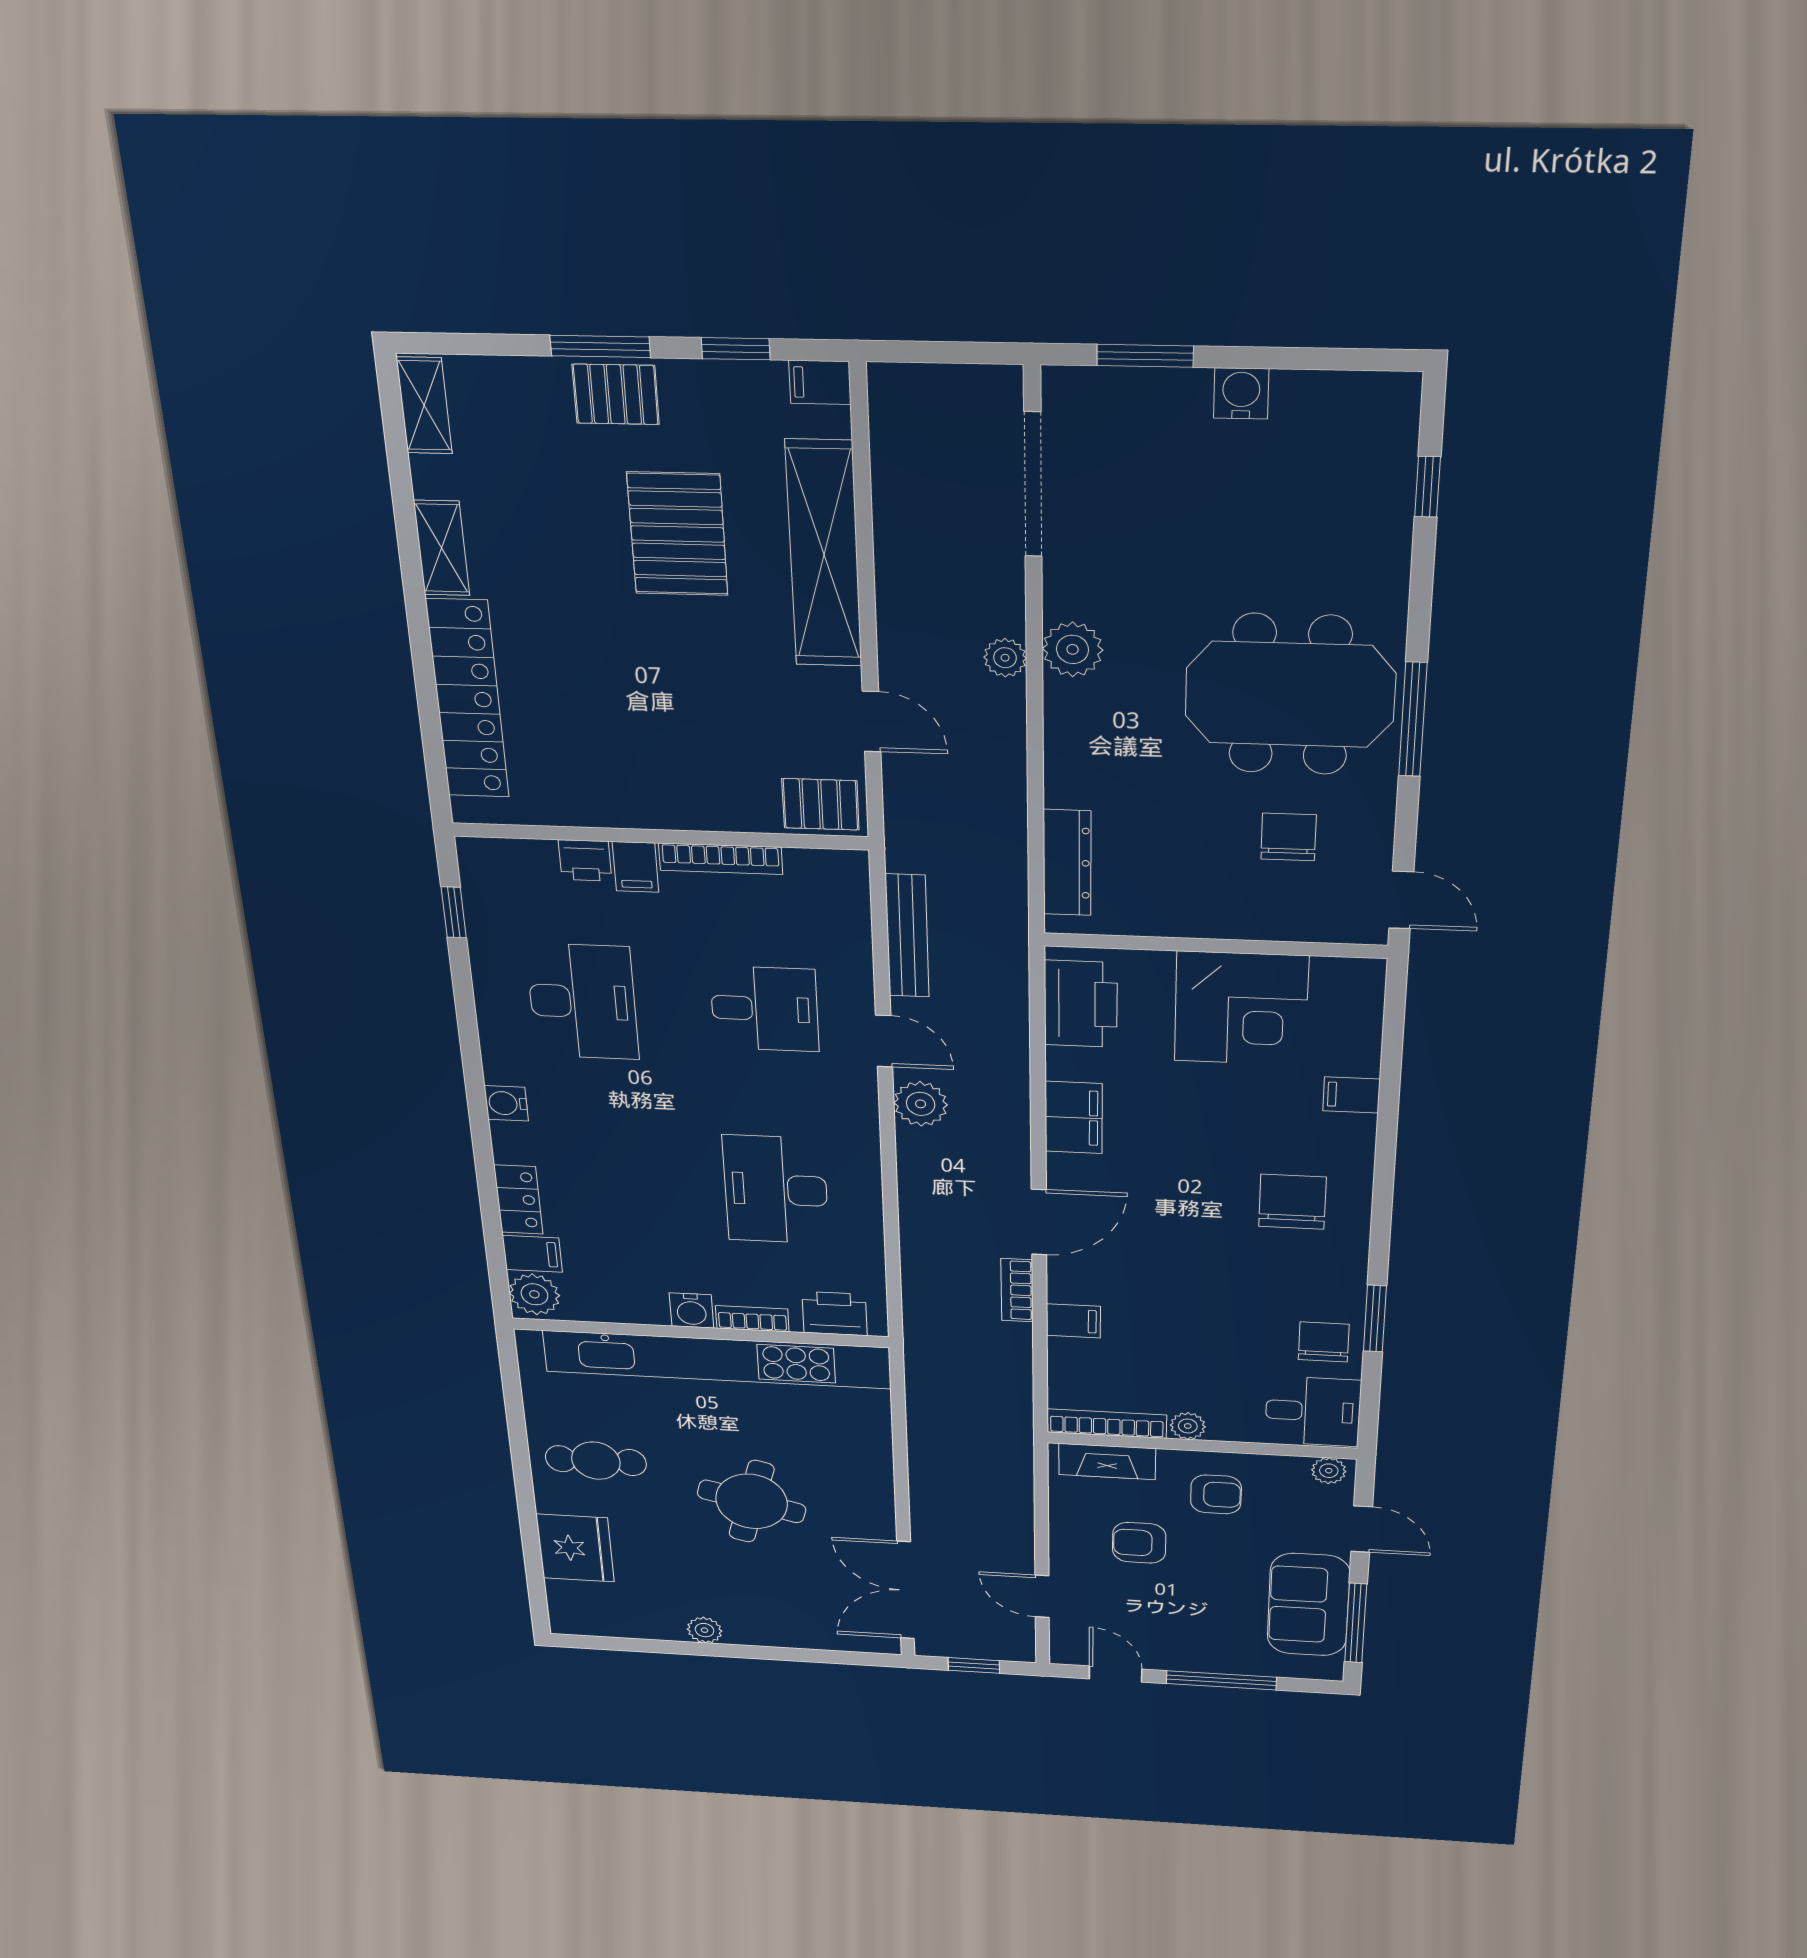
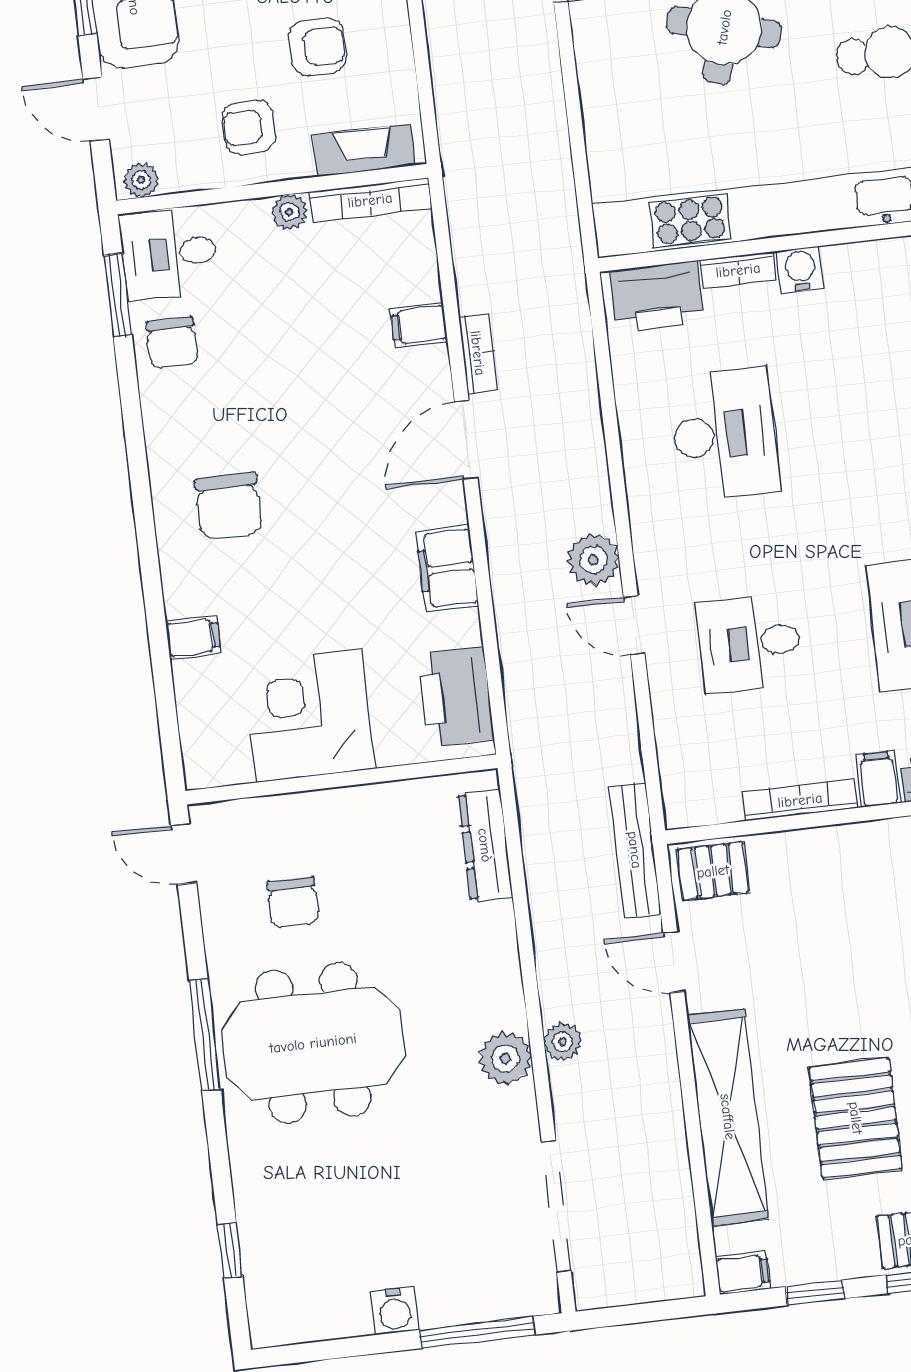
window: (1145, 356) -> (477, 1332), width x1.44
bench: (907, 936) -> (635, 850), moved
printer: (835, 1314) -> (657, 297), width x1.37, depth x1.19
window: (1375, 1319) -> (118, 295), moved

